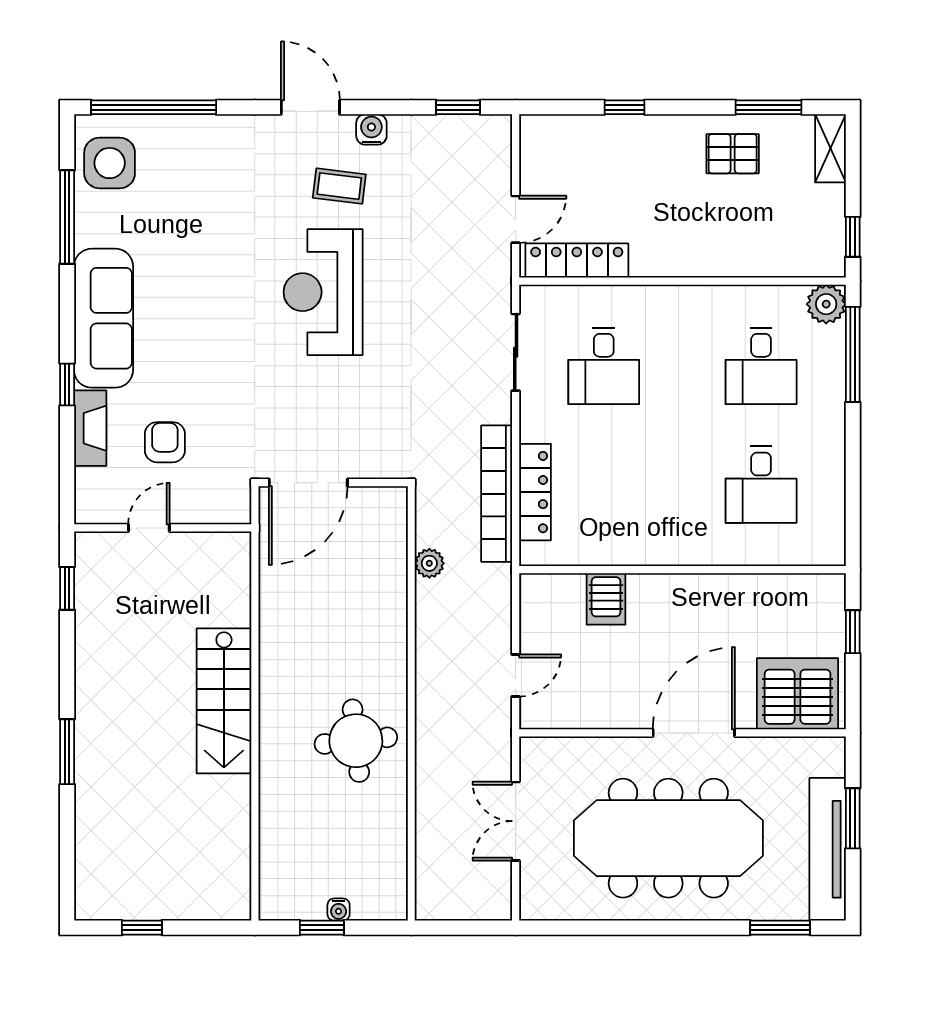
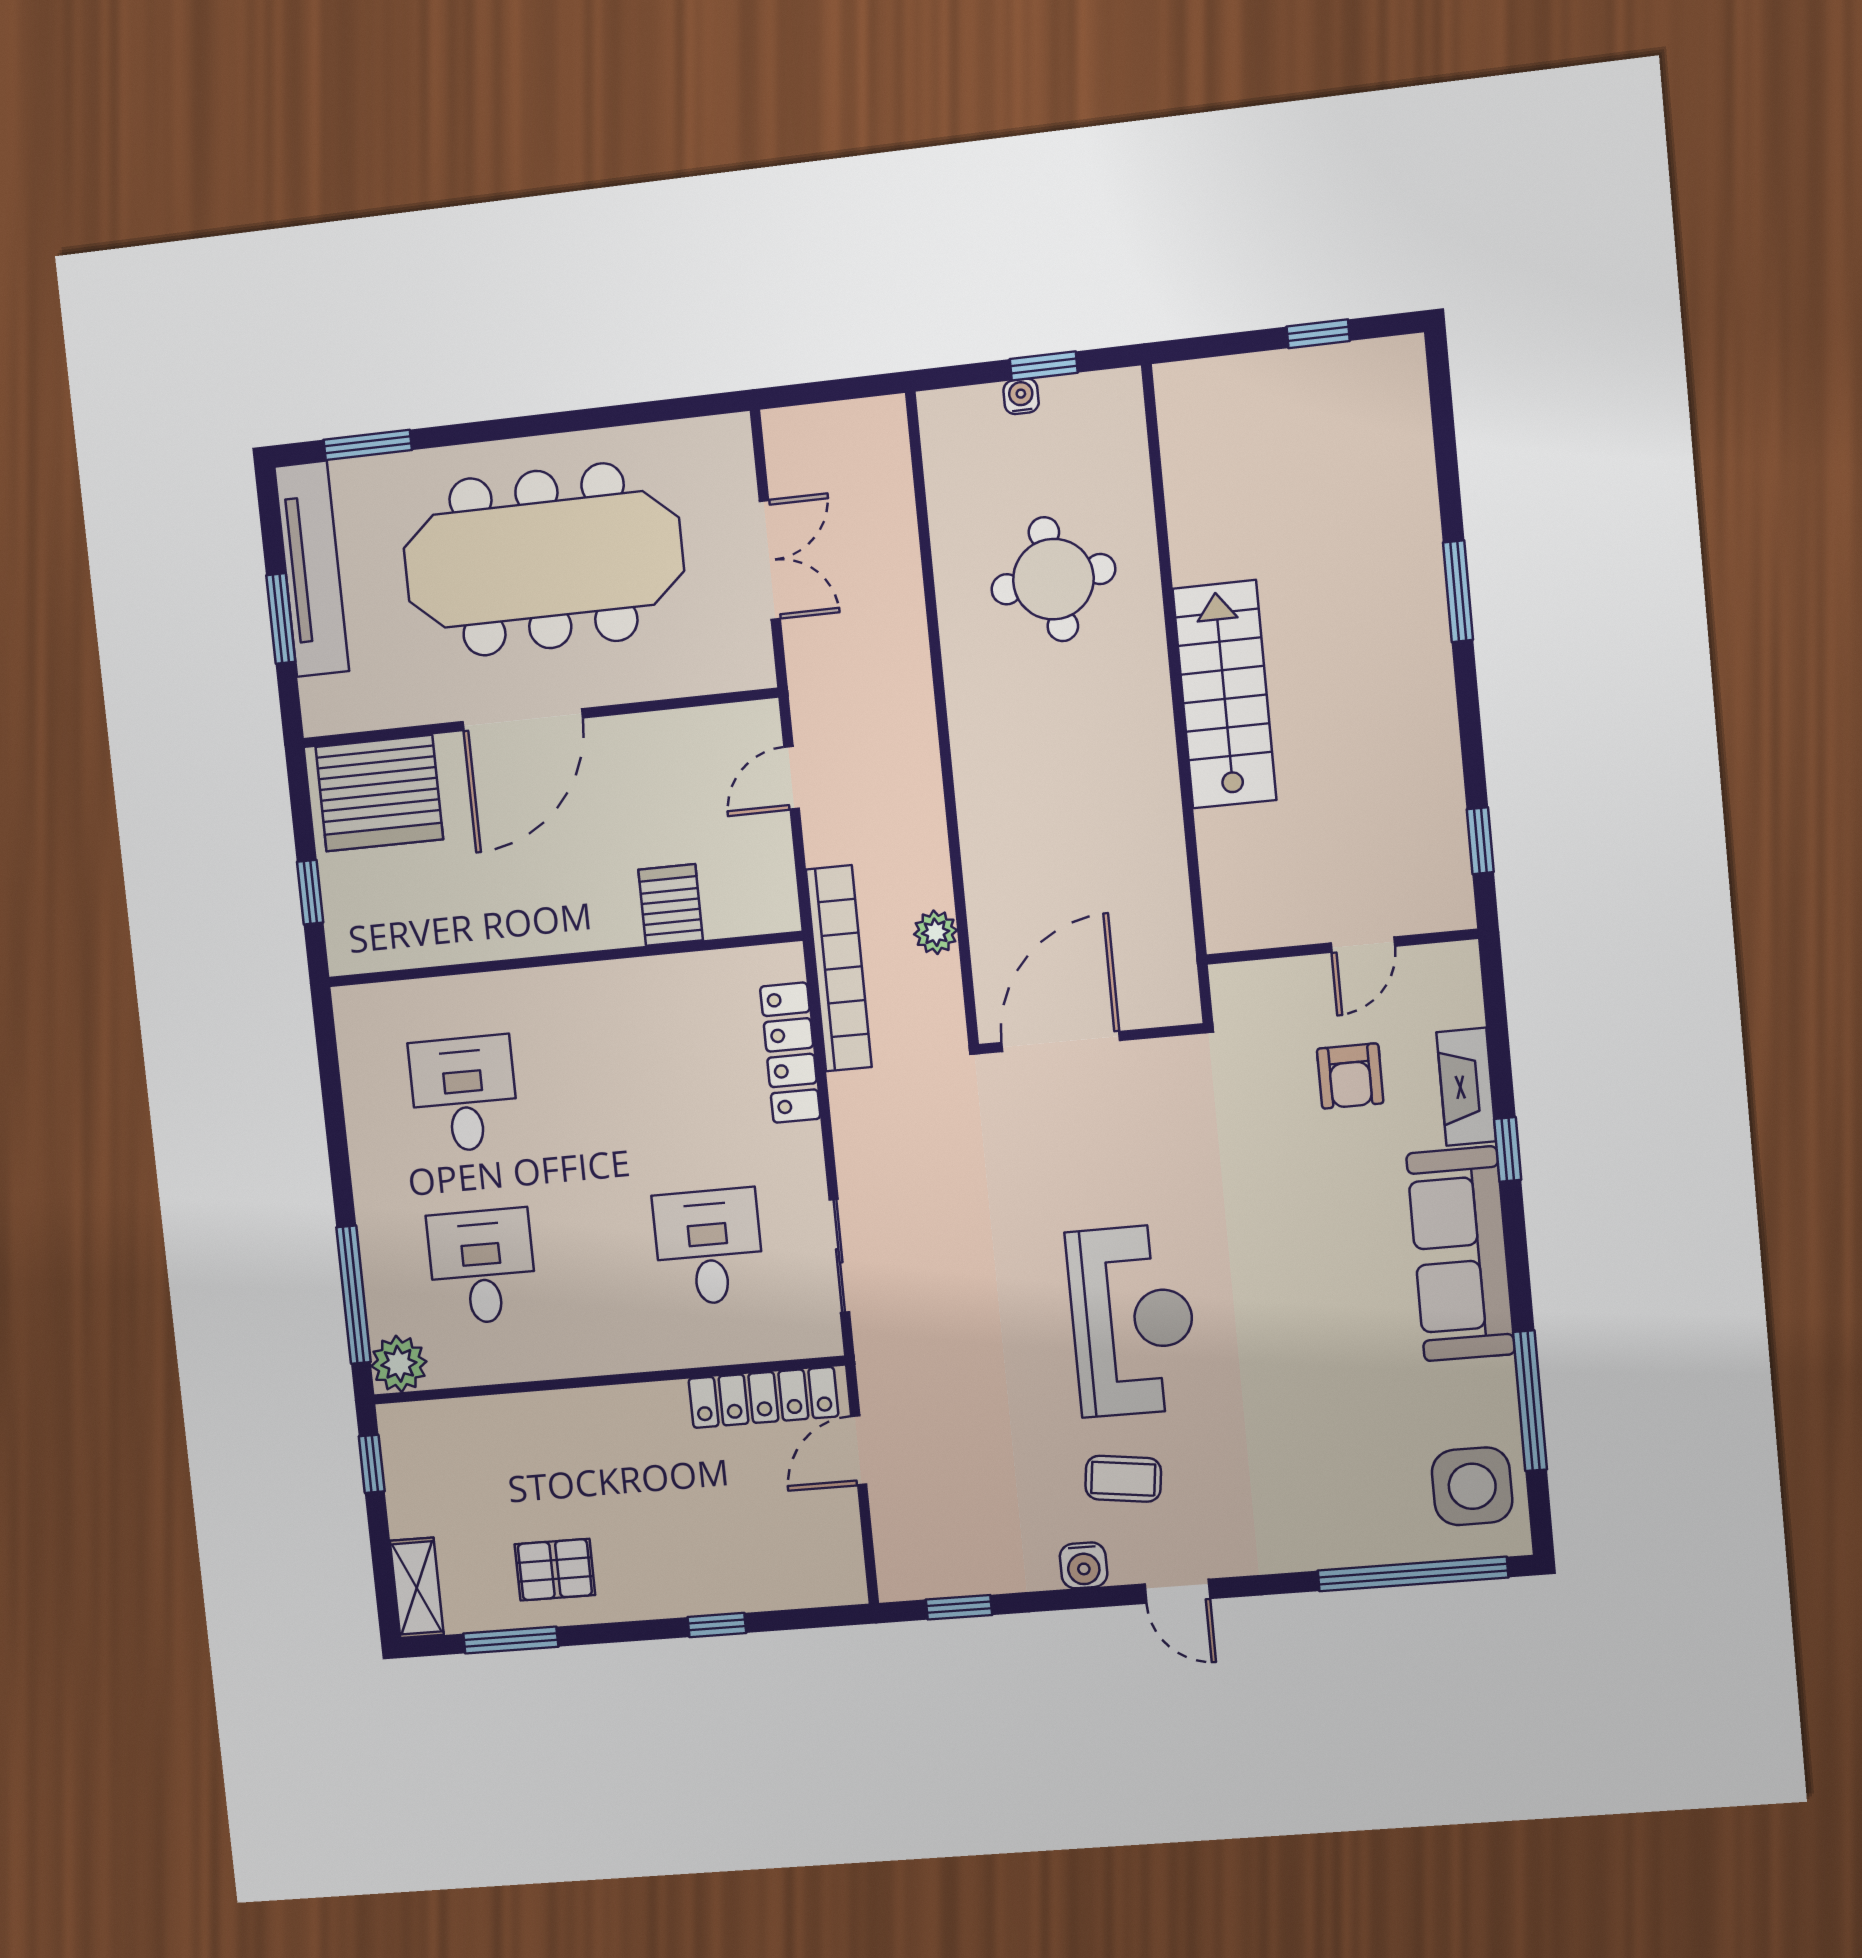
door: (310, 107) -> (1177, 1591), width x0.73
door: (308, 483) -> (1061, 1042), moved
bookcase: (497, 494) -> (839, 968), moved
round table: (356, 741) -> (1053, 579), moved

